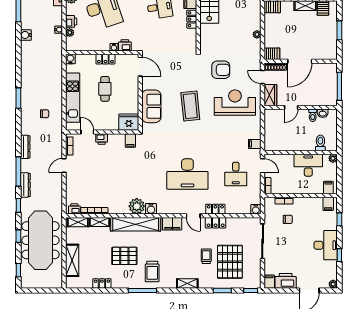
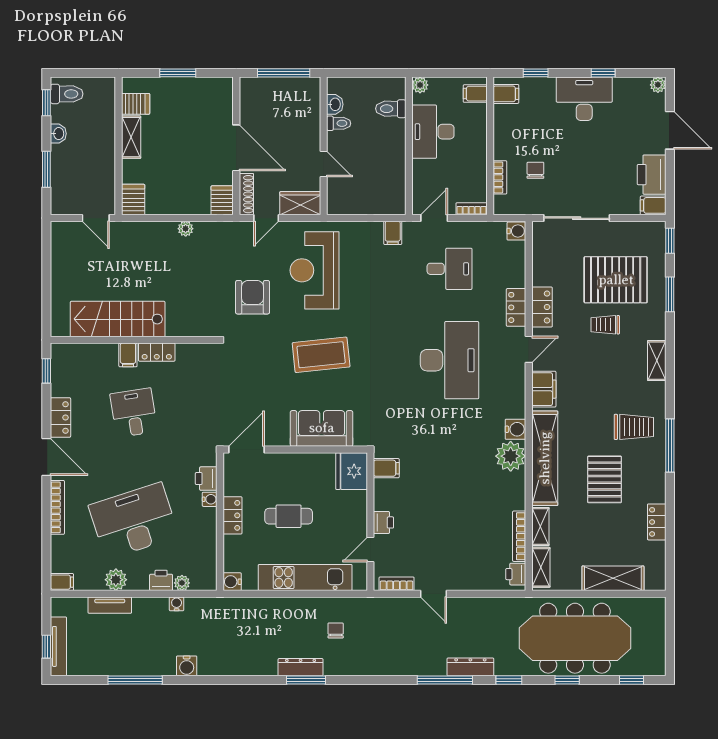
dresser: (25, 147) -> (301, 667), moved

